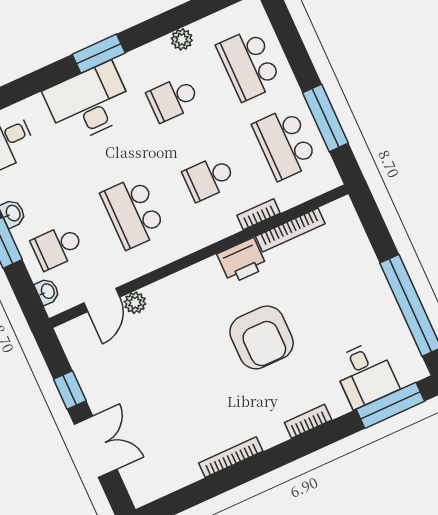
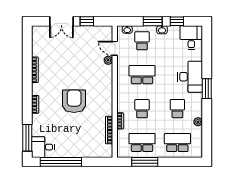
printer: (242, 261) -> (106, 107), removed
armchair: (262, 337) -> (74, 101), turned 90
desk: (365, 374) -> (43, 147), moved

